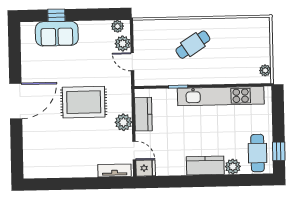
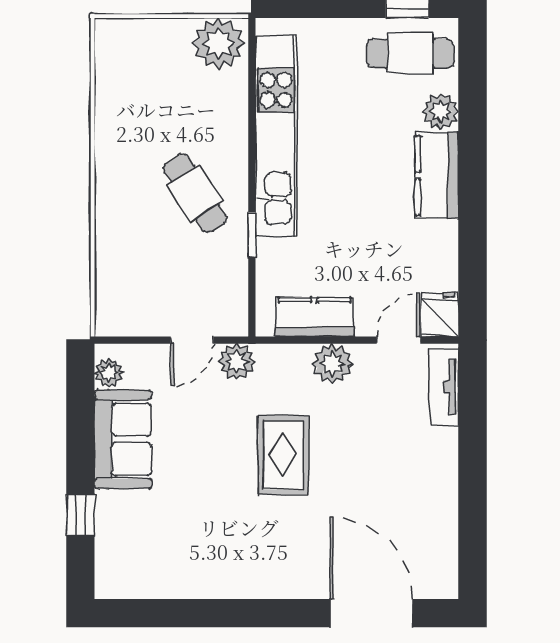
sofa: (57, 34) -> (123, 439), moved
plant: (123, 44) -> (237, 362), moved
cafe table: (193, 45) -> (195, 193), moved
plant: (265, 70) -> (219, 43), width x1.88, depth x1.88
door: (16, 101) -> (371, 613), moved
rug: (84, 102) -> (283, 455), width x0.73, depth x0.70

